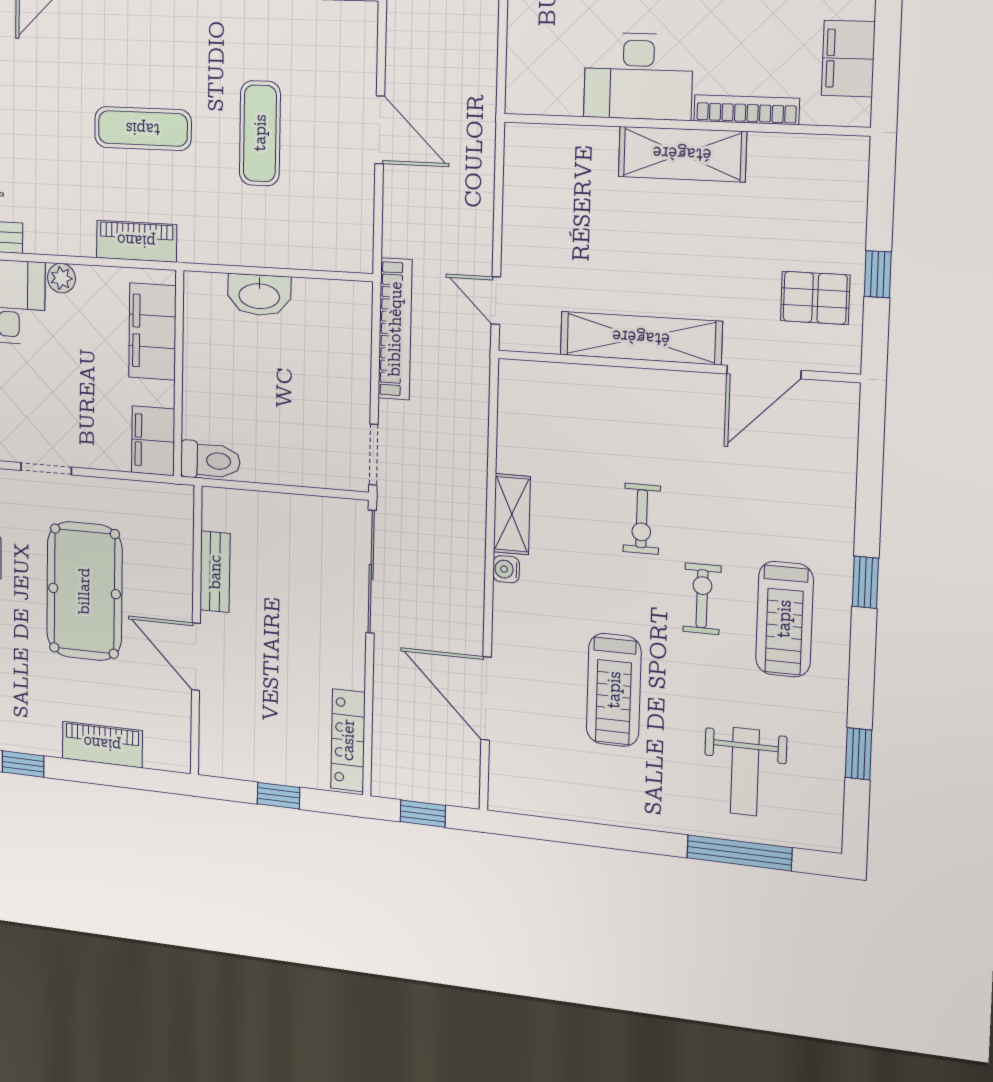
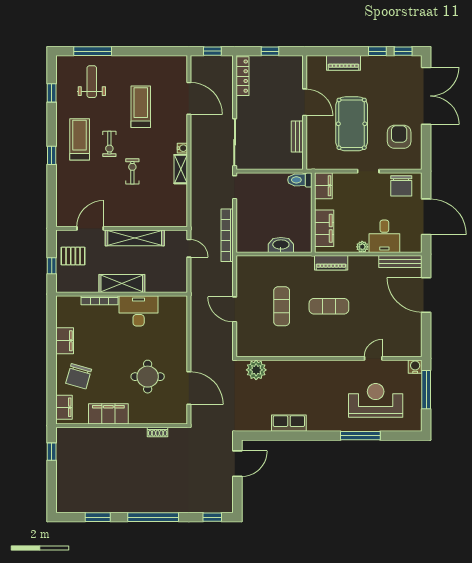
desk: (638, 76) -> (139, 311), moved
bookcase: (746, 110) -> (100, 300), moved
wall: (684, 125) -> (122, 294), moved
shelving: (682, 154) -> (122, 284), moved

